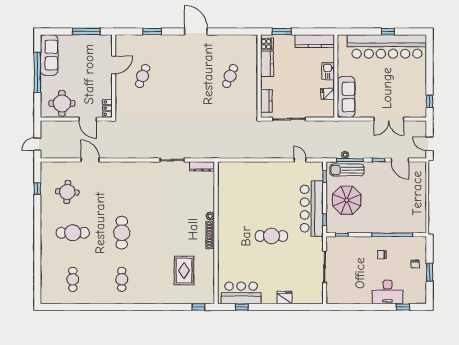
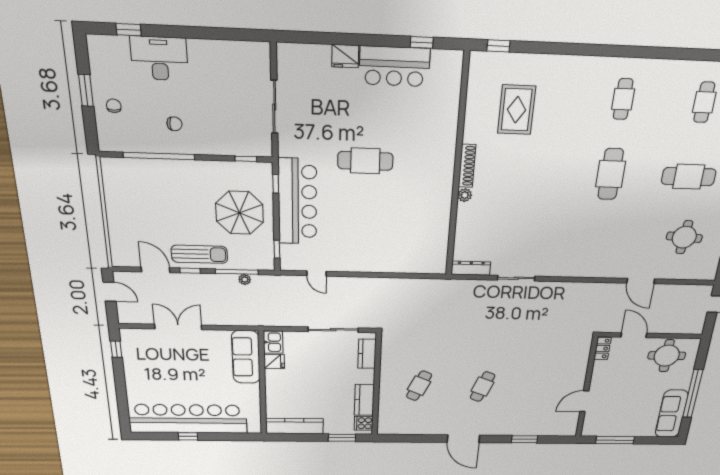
kitchen sink: (328, 71) -> (273, 342), moved
cafe table: (143, 76) -> (483, 387), moved
sun lounger: (347, 170) -> (199, 254), moved
bar counter: (241, 293) -> (394, 66), moved

